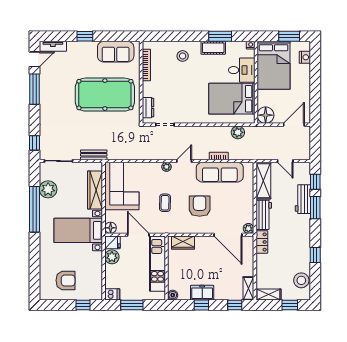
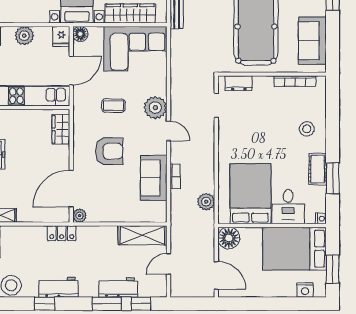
plant: (166, 167) -> (155, 108), width x1.88, depth x1.88
sofa: (220, 172) -> (154, 178), width x0.73
workbench: (264, 215) -> (59, 287), moved, turned 180
plant: (112, 257) -> (24, 36), moved

